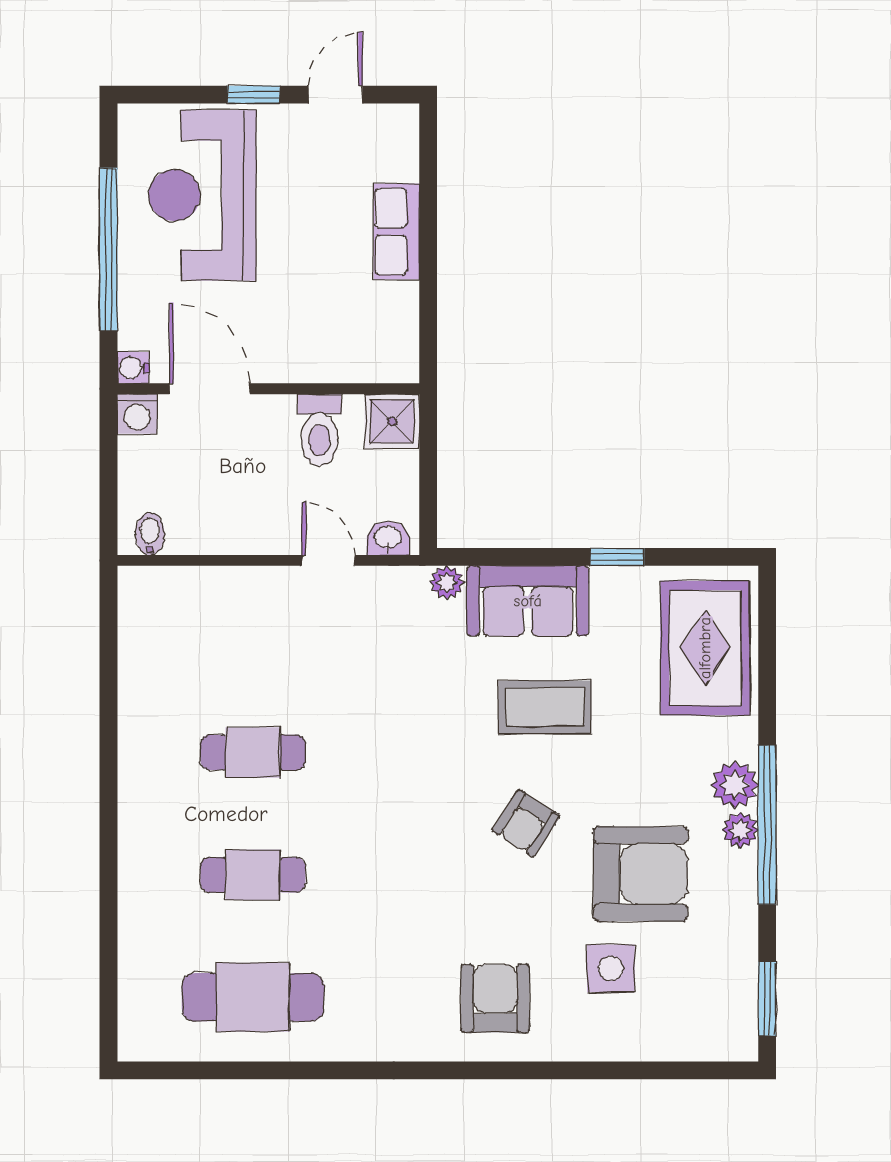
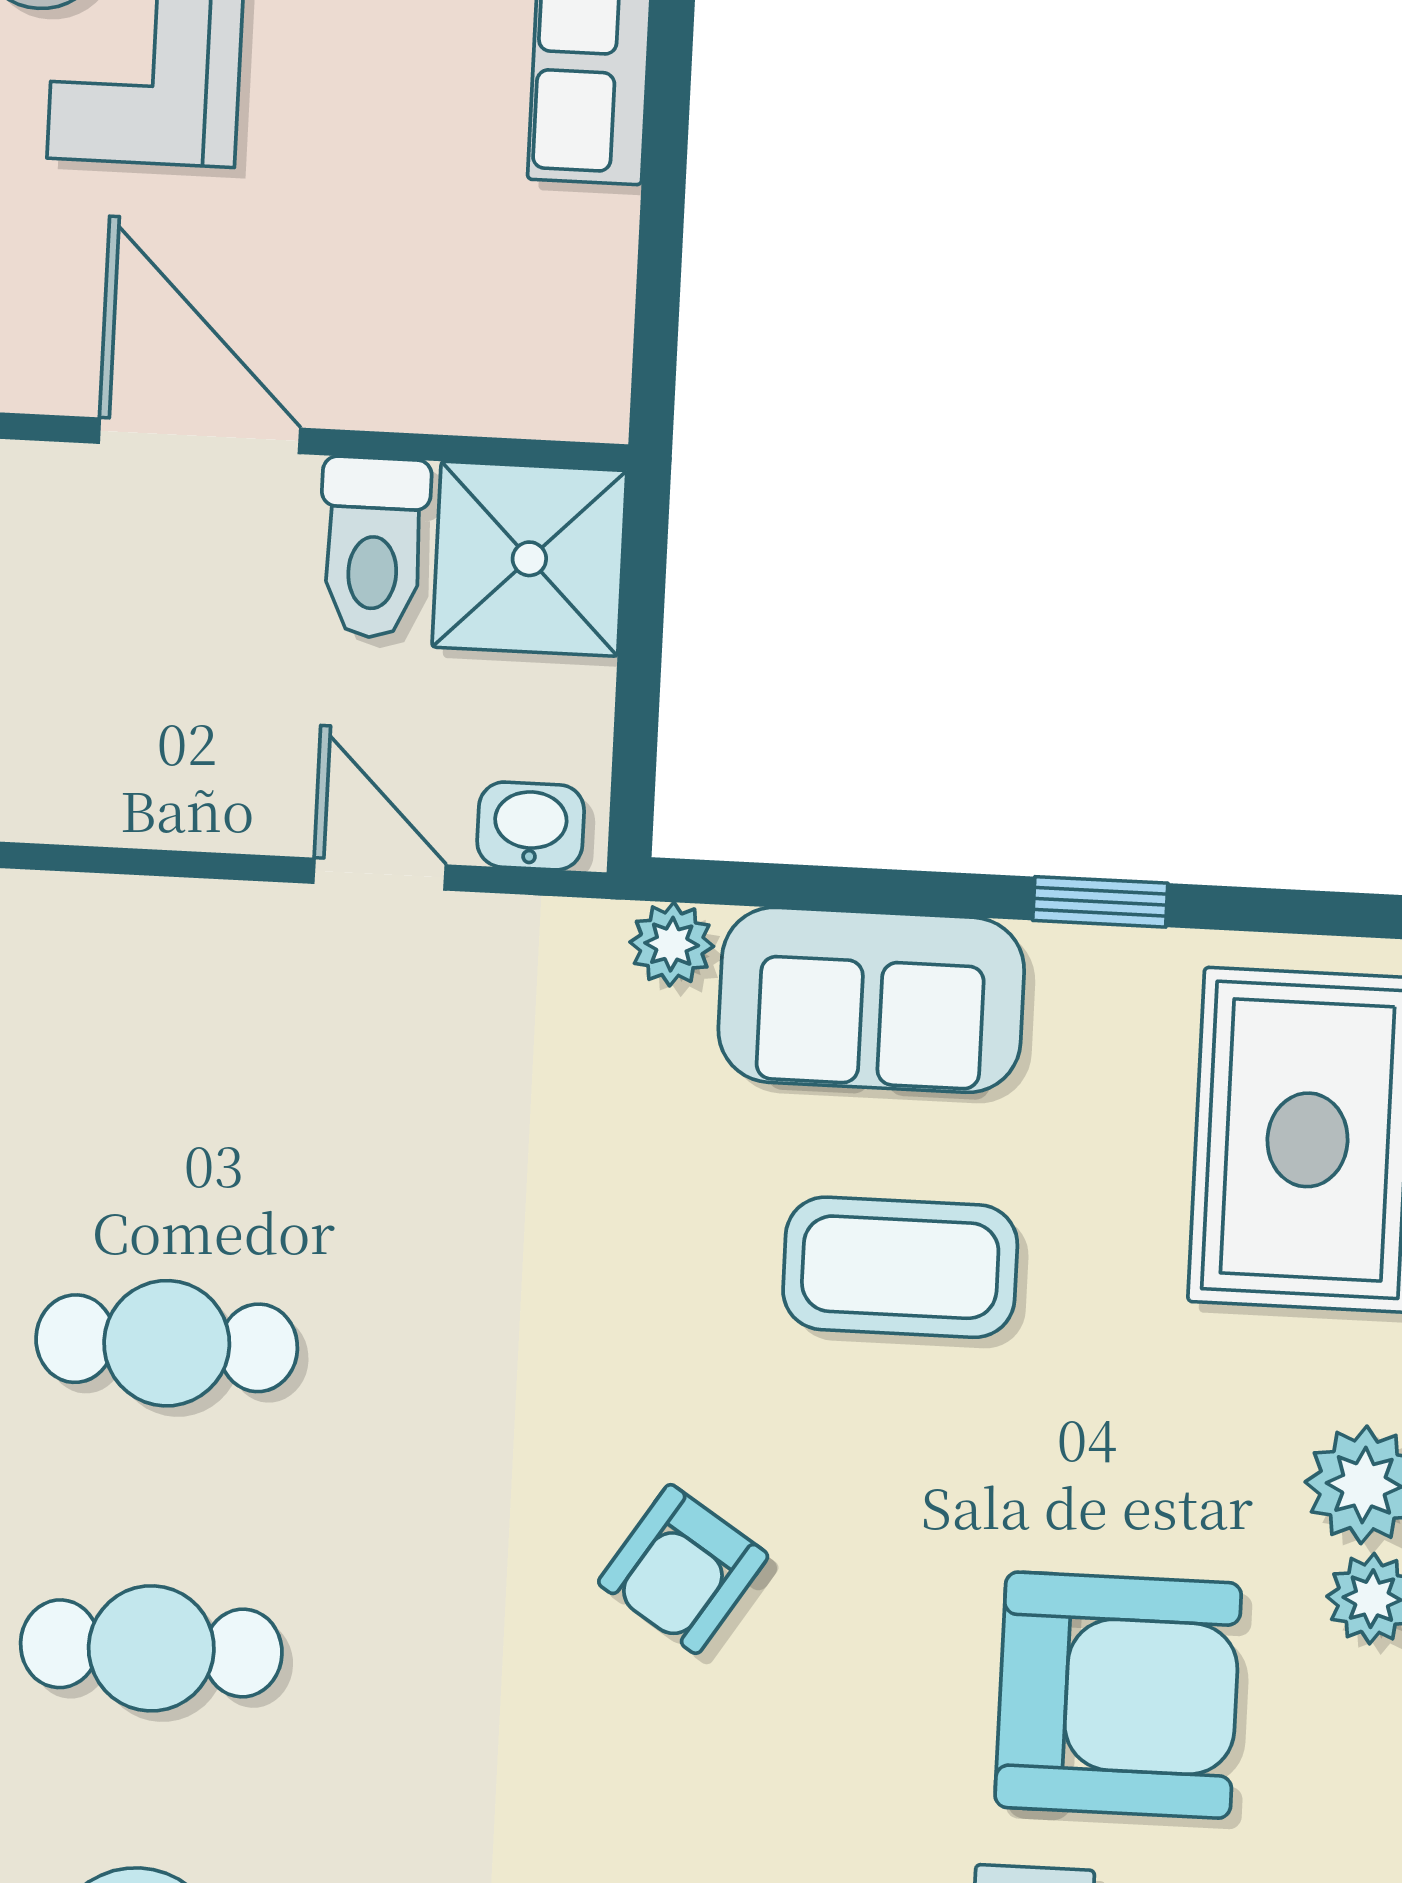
door: (210, 389) -> (199, 436), moved
shower: (392, 421) -> (529, 559), width x1.36, depth x1.36
armchair: (526, 823) -> (683, 1569), moved

